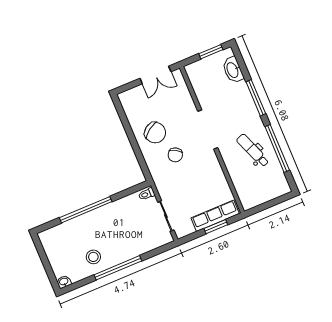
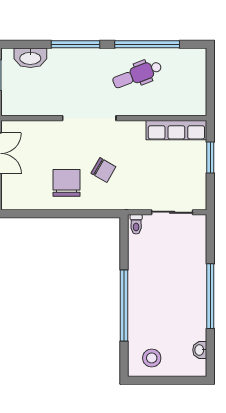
chair: (155, 133) -> (67, 183), turned -55
row of seats: (215, 216) -> (176, 130), moved, turned -90
stool: (93, 257) -> (152, 358), moved
washbasin: (64, 282) -> (200, 350), moved

